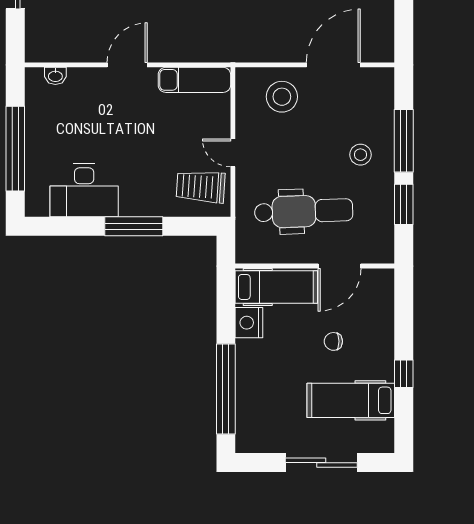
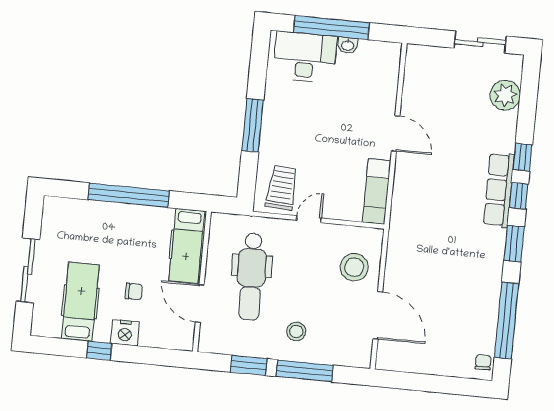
washbasin: (55, 76) -> (348, 45), moved, turned -90
desk: (84, 190) -> (305, 57), moved, turned 90
nightstand: (249, 323) -> (125, 333), moved, turned 180
chair: (333, 341) -> (134, 291), turned 90
window: (226, 389) -> (129, 195), moved

